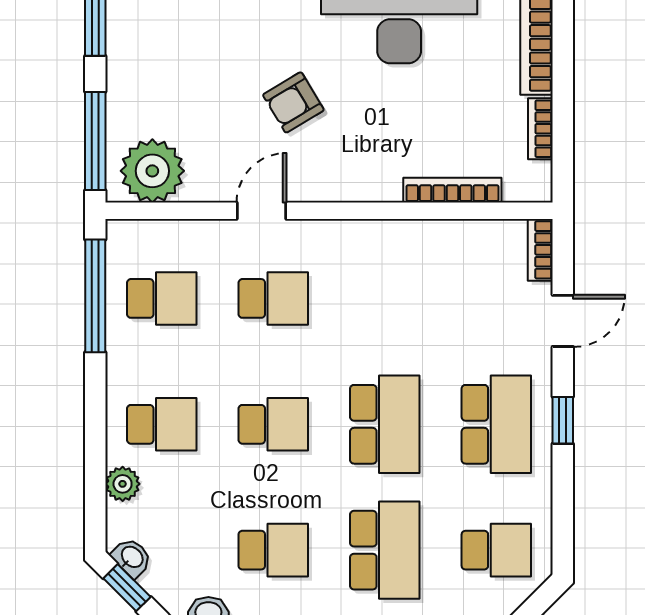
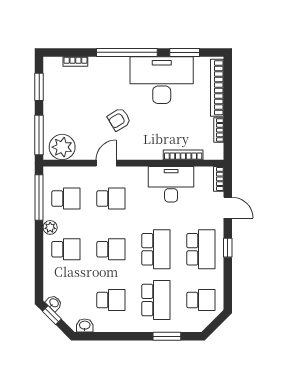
desk: (422, 263) -> (171, 184), added
door: (563, 321) -> (228, 208), hinge flipped
plant: (123, 484) -> (50, 227), moved

